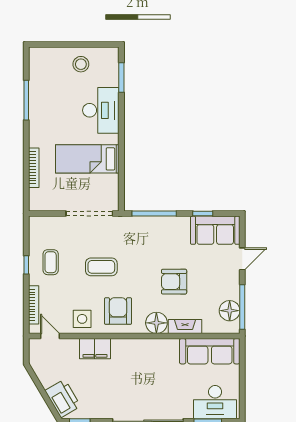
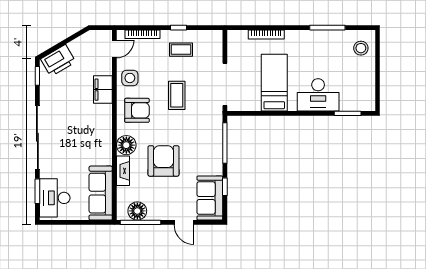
stool: (81, 64) -> (361, 48), moved
armchair: (174, 282) -> (164, 161), width x1.36, depth x1.36

